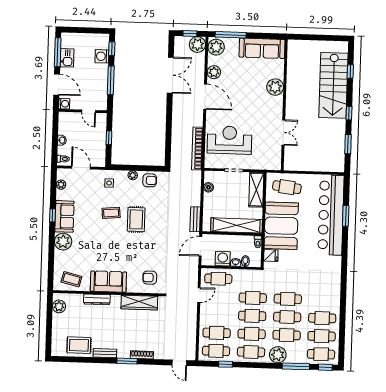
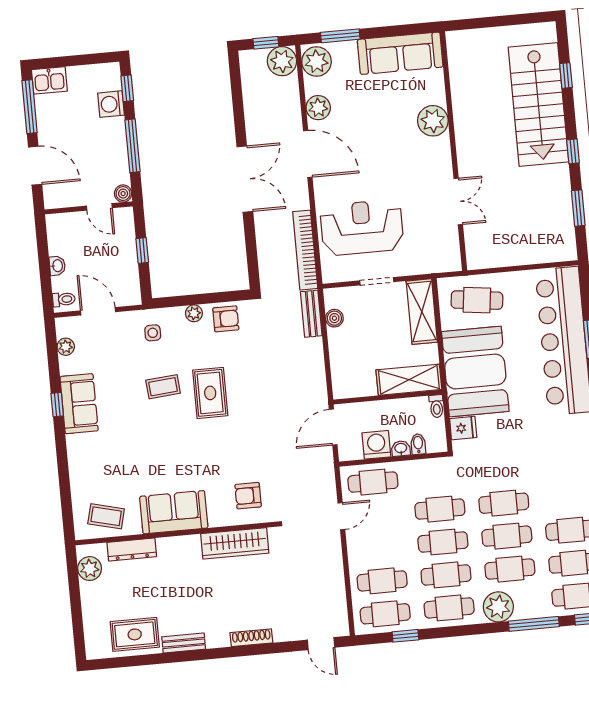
window: (231, 35) -> (340, 36), width x0.69
kitchen sink: (67, 58) -> (49, 80), moved, turned 90
double door: (170, 75) -> (245, 179), moved
washing machine: (64, 104) -> (53, 199), removed
boiler: (102, 106) -> (123, 194), added
bench: (195, 219) -> (311, 314), moved
shelving: (237, 225) -> (409, 380), width x0.68
plant: (63, 242) -> (82, 450), removed
dresser: (97, 299) -> (132, 550), moved
window: (127, 361) -> (225, 652), removed

